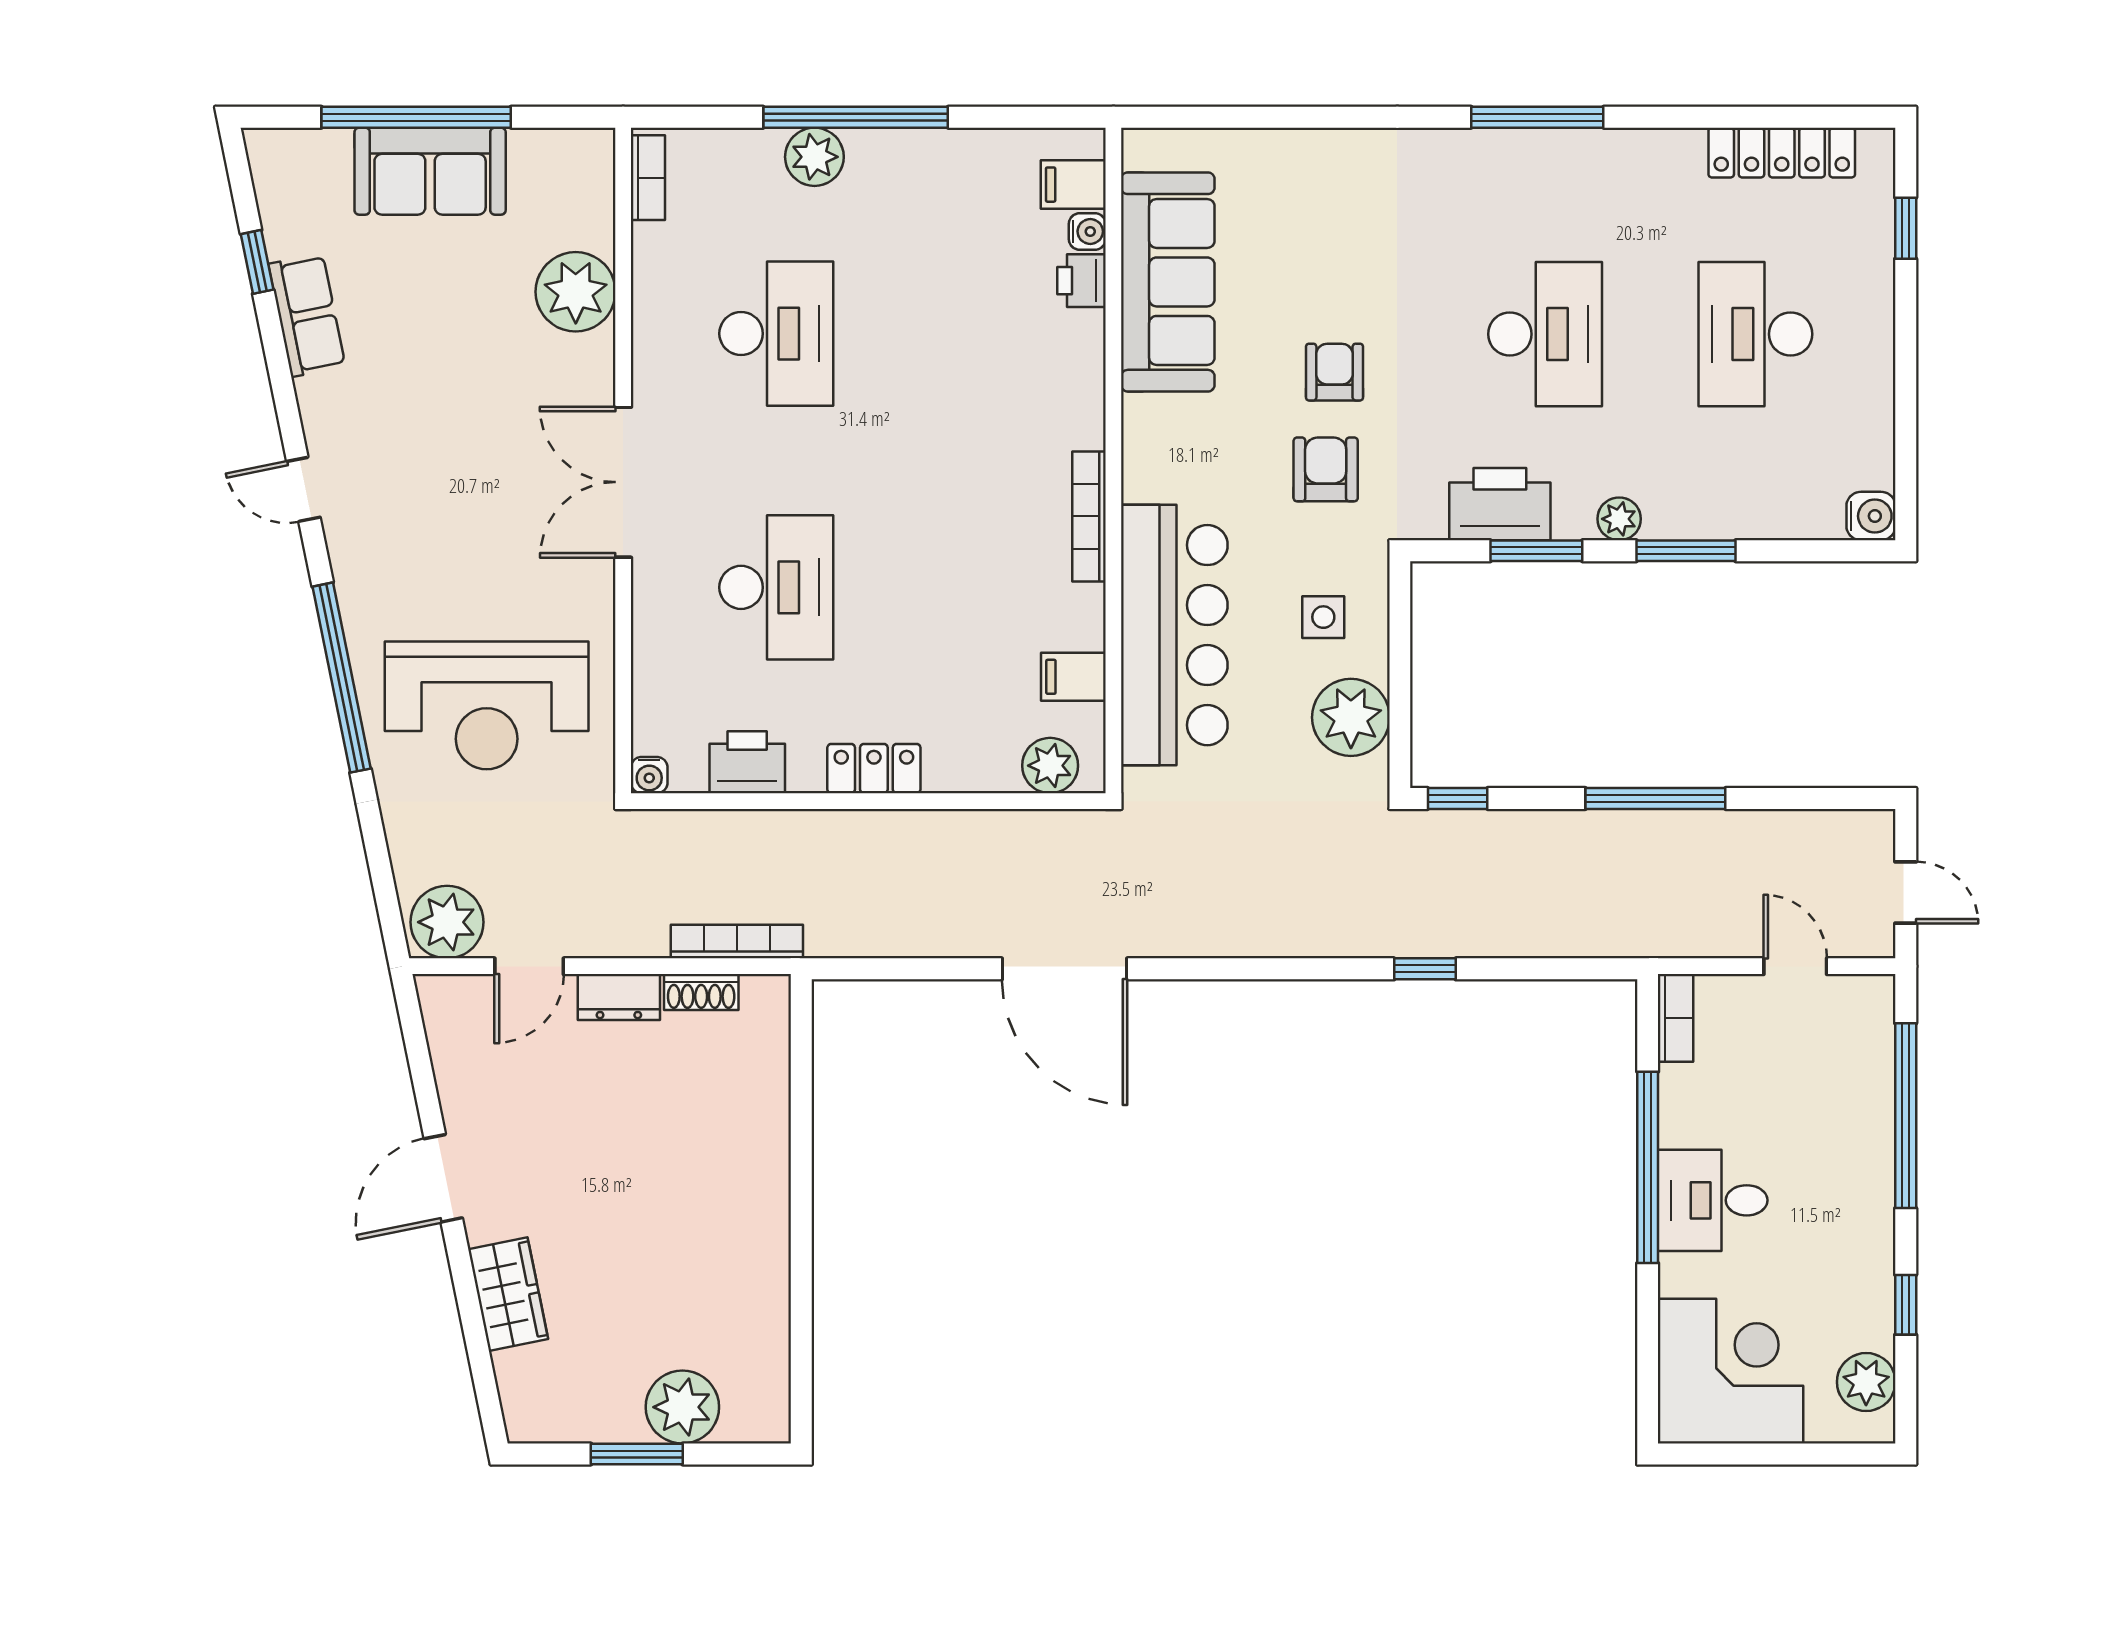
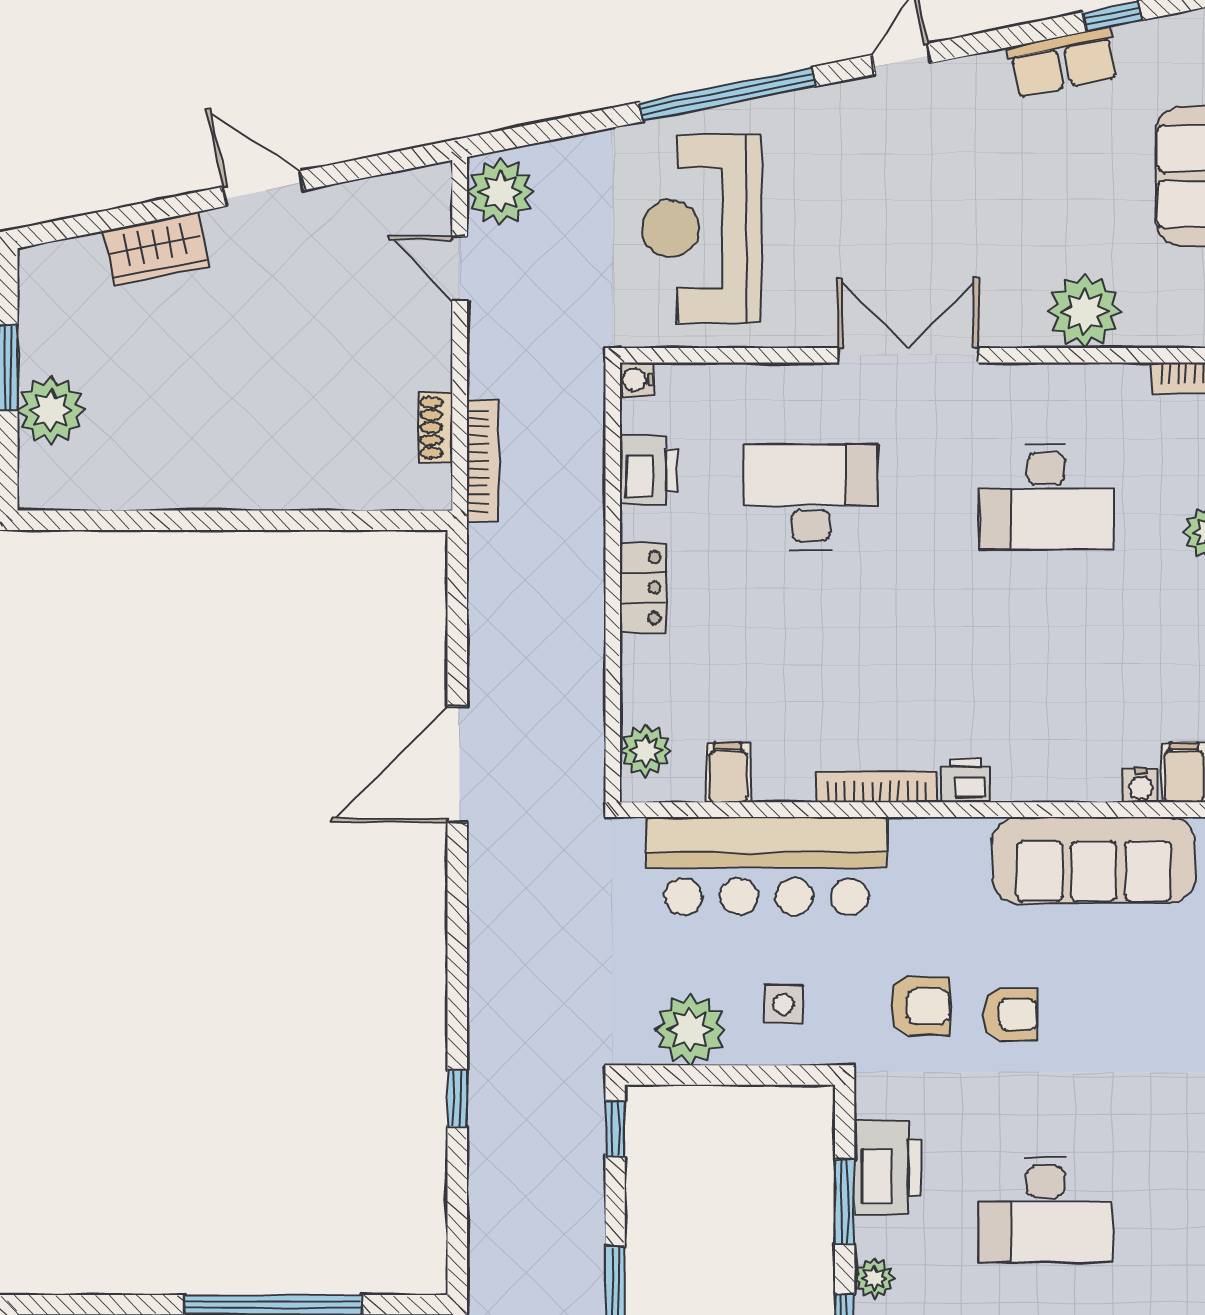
printer: (1082, 281) -> (965, 780), moved
desk: (776, 587) -> (811, 497), turned 180
dresser: (619, 997) -> (431, 351), removed

